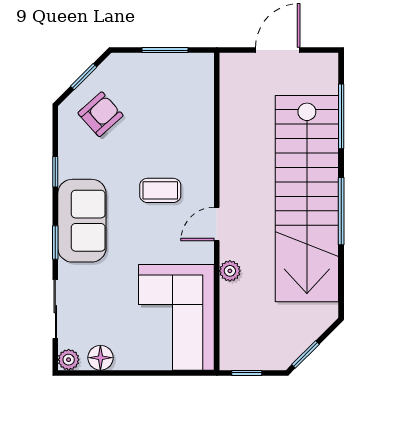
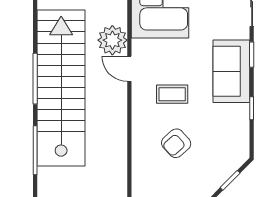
armchair: (100, 114) -> (176, 143), moved
door: (217, 224) -> (129, 69), swing flipped
plant: (230, 271) -> (112, 40), width x1.88, depth x1.88

